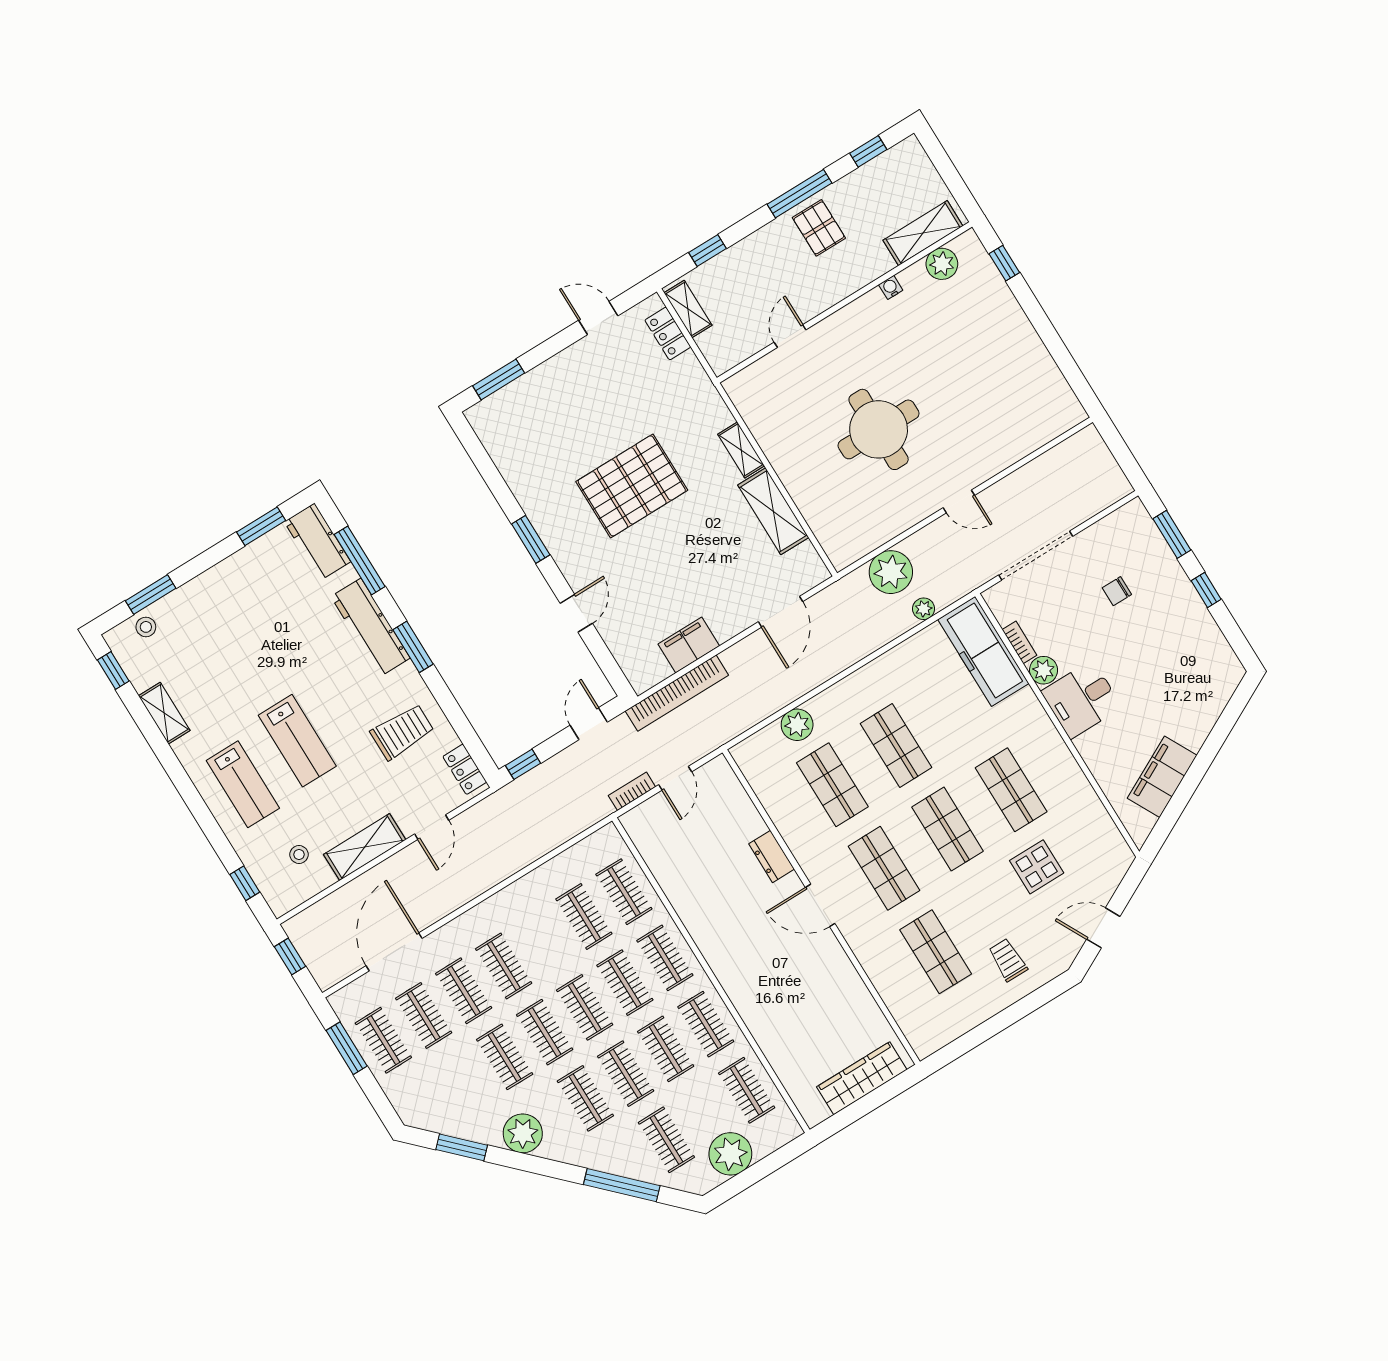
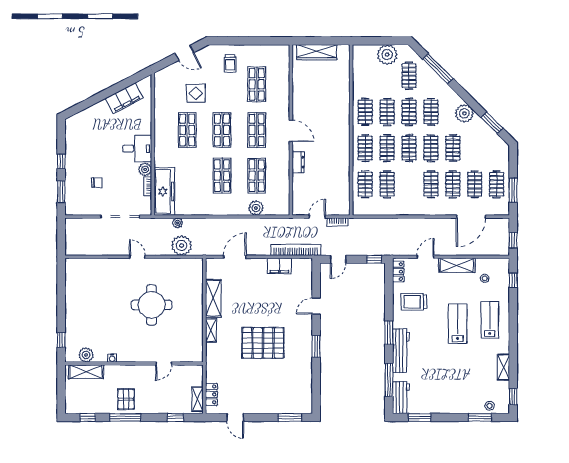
clothes rail: (747, 1090) -> (365, 76), removed

